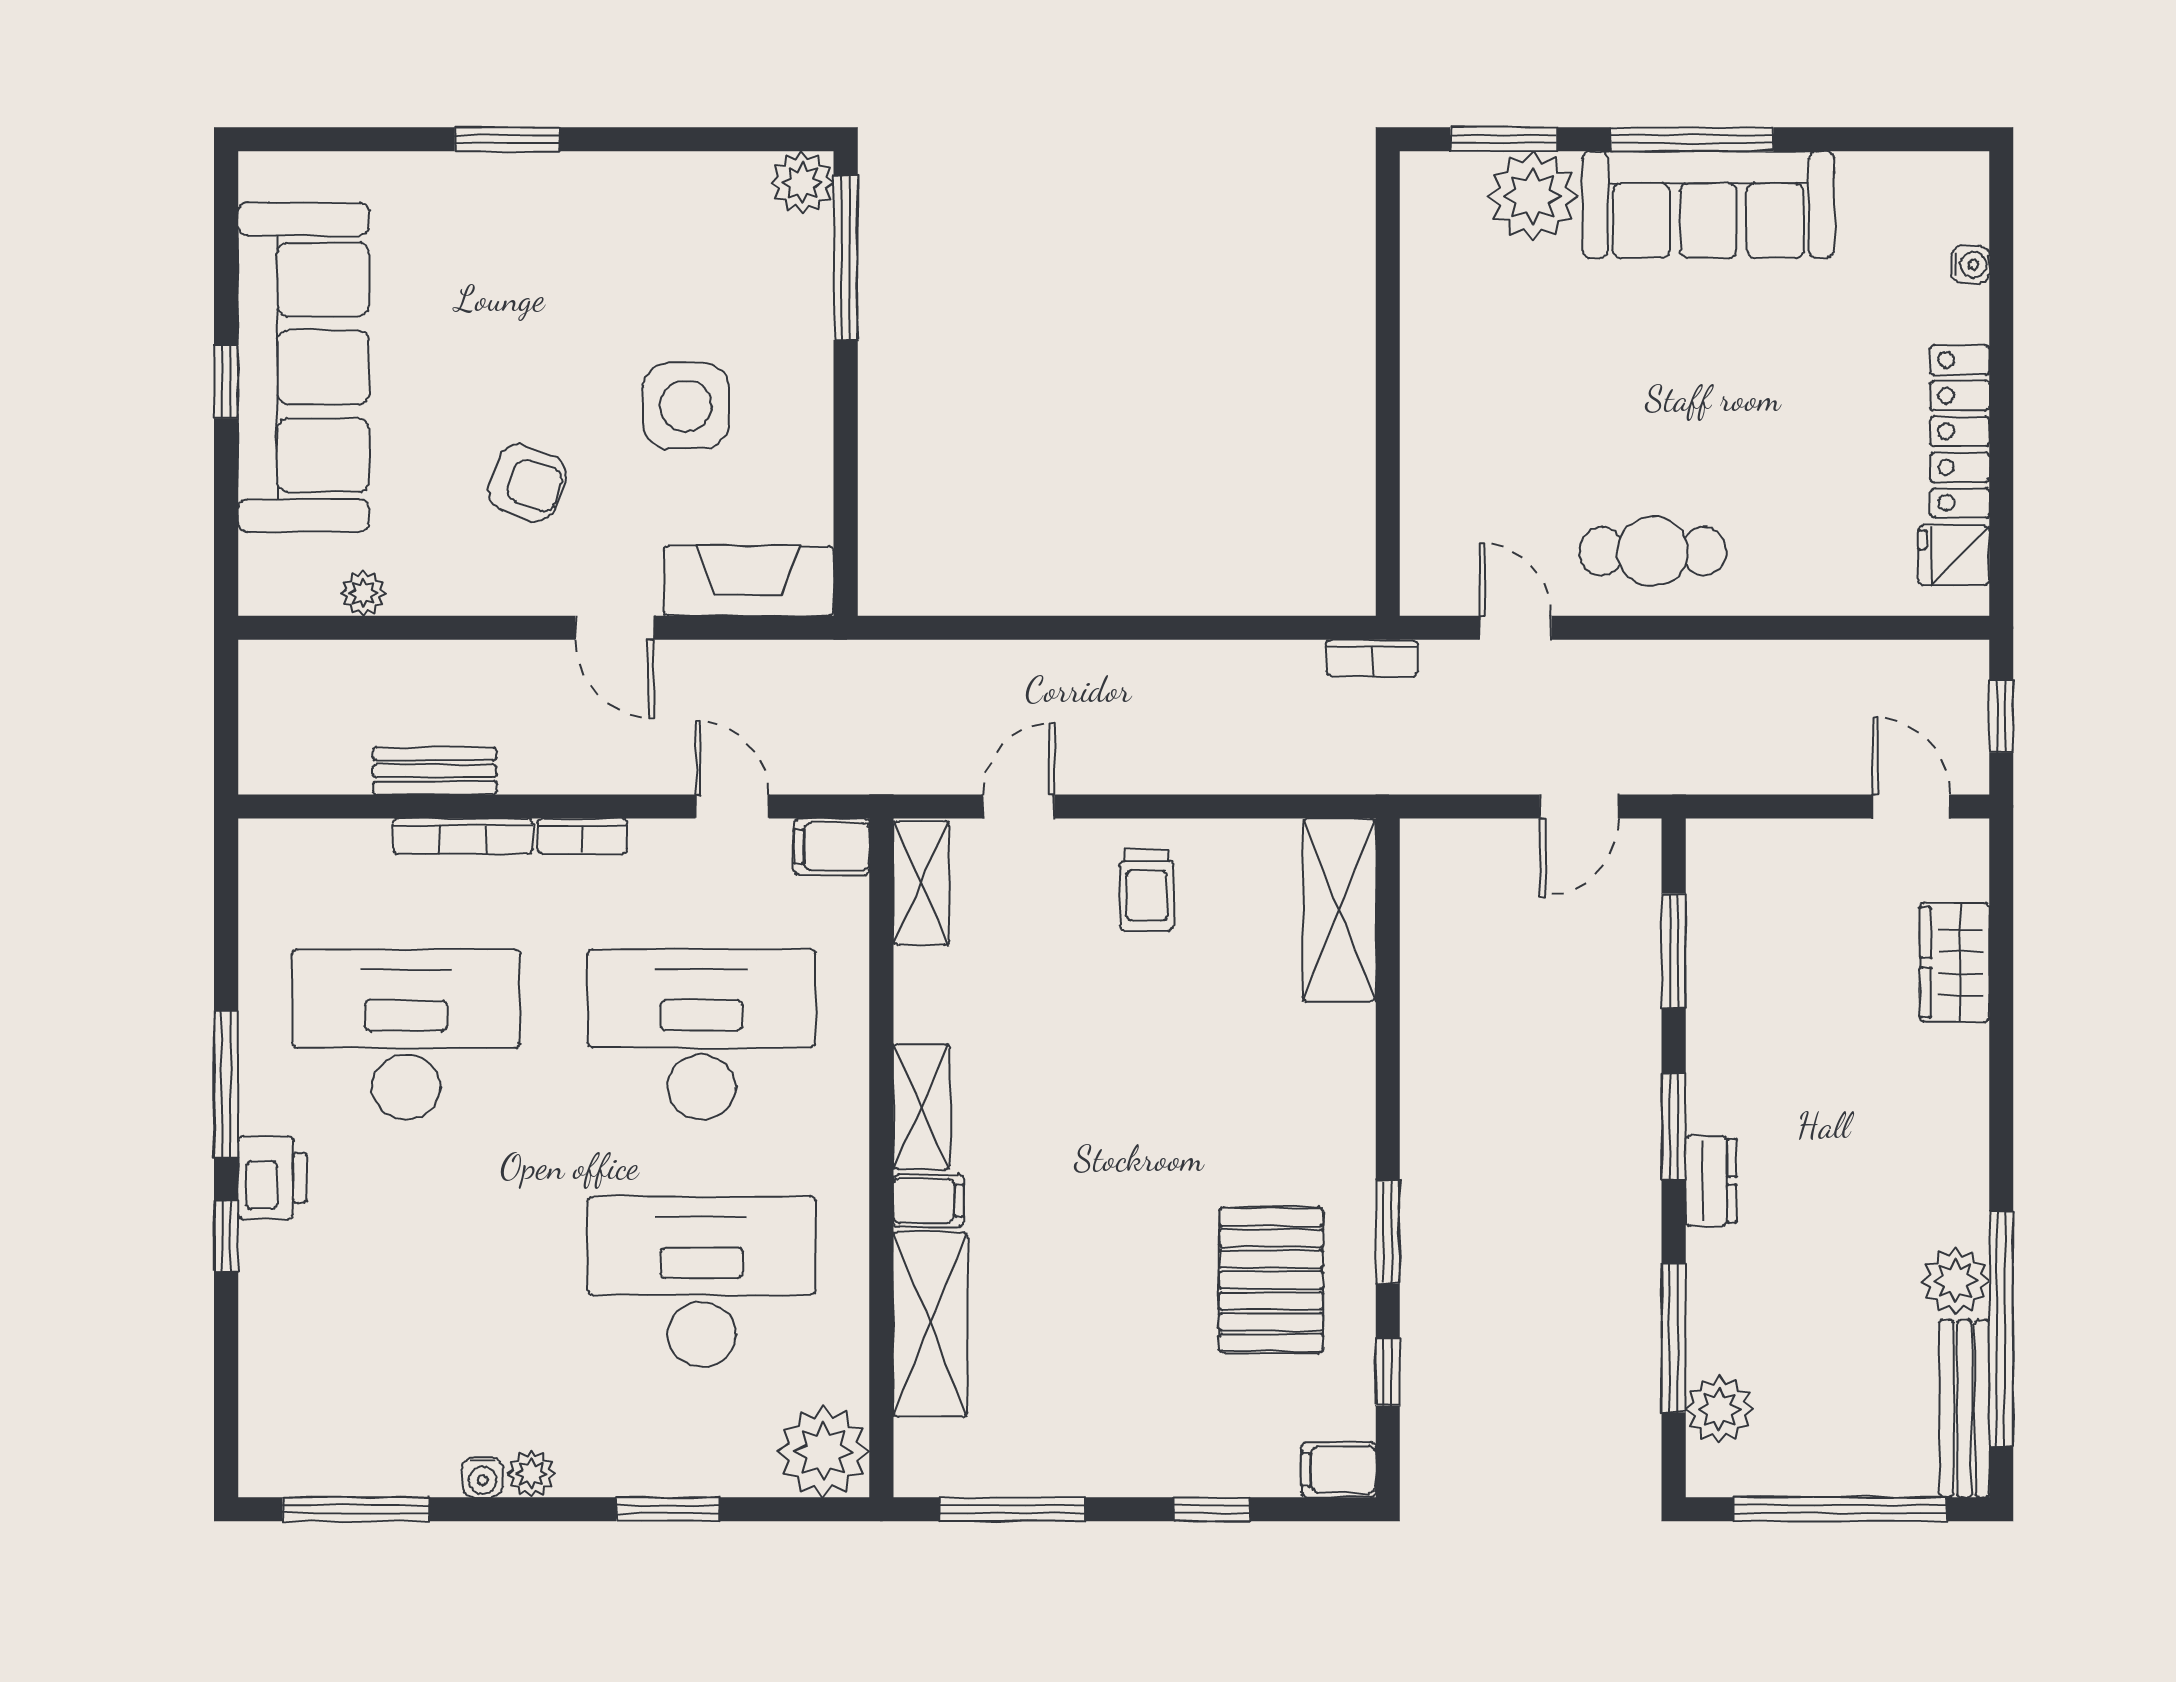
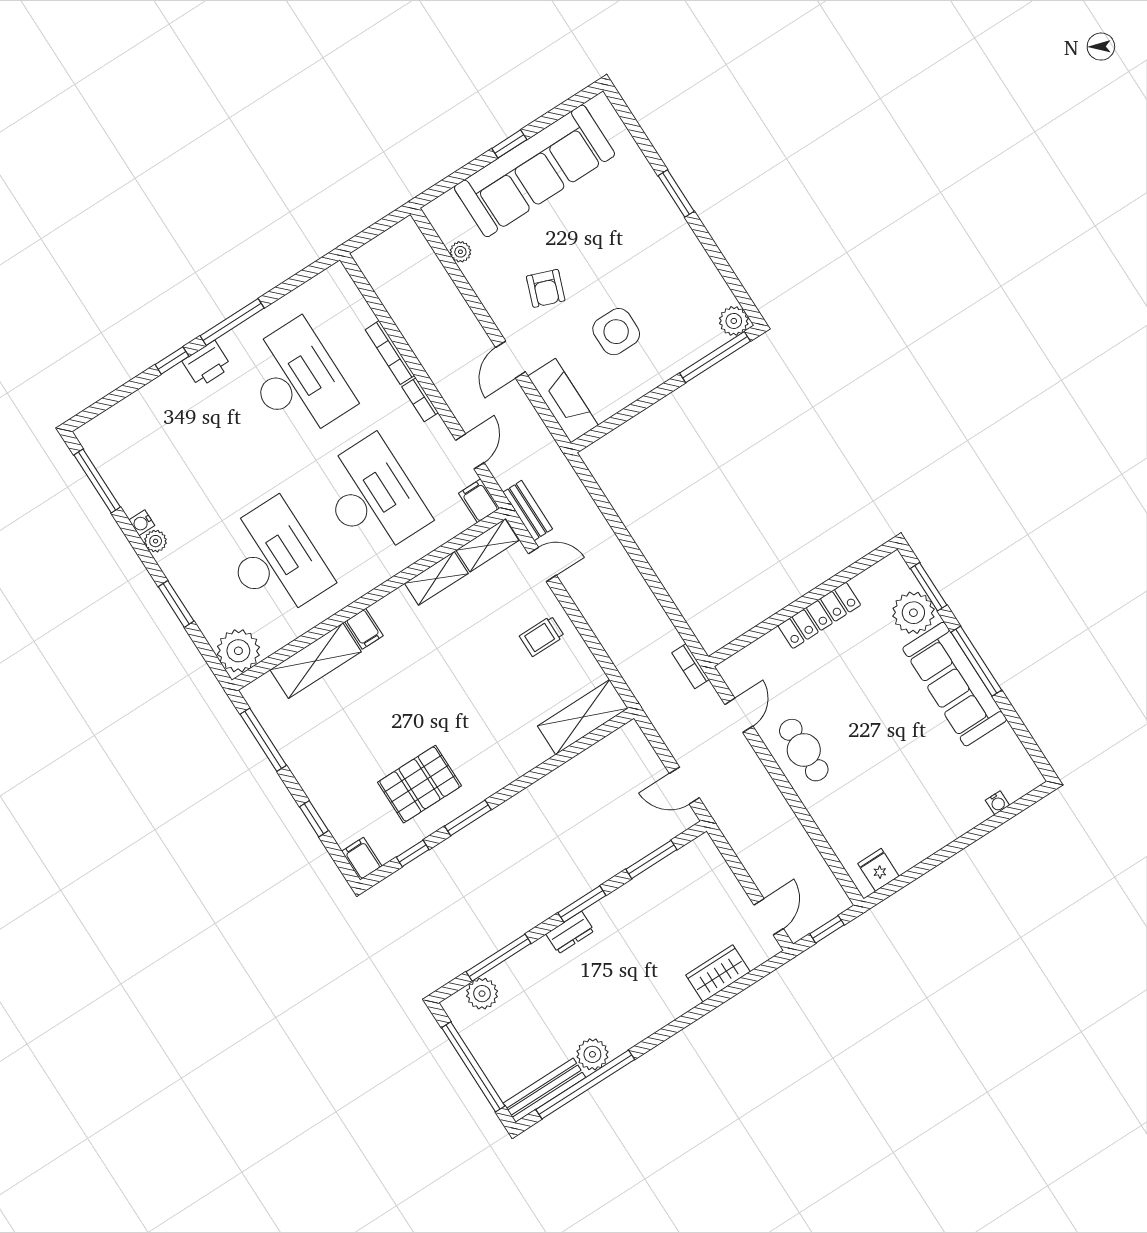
locker: (1960, 431) -> (819, 615), moved, turned 180
bench: (435, 771) -> (528, 511), moved
shelving: (922, 1107) -> (436, 578), moved

